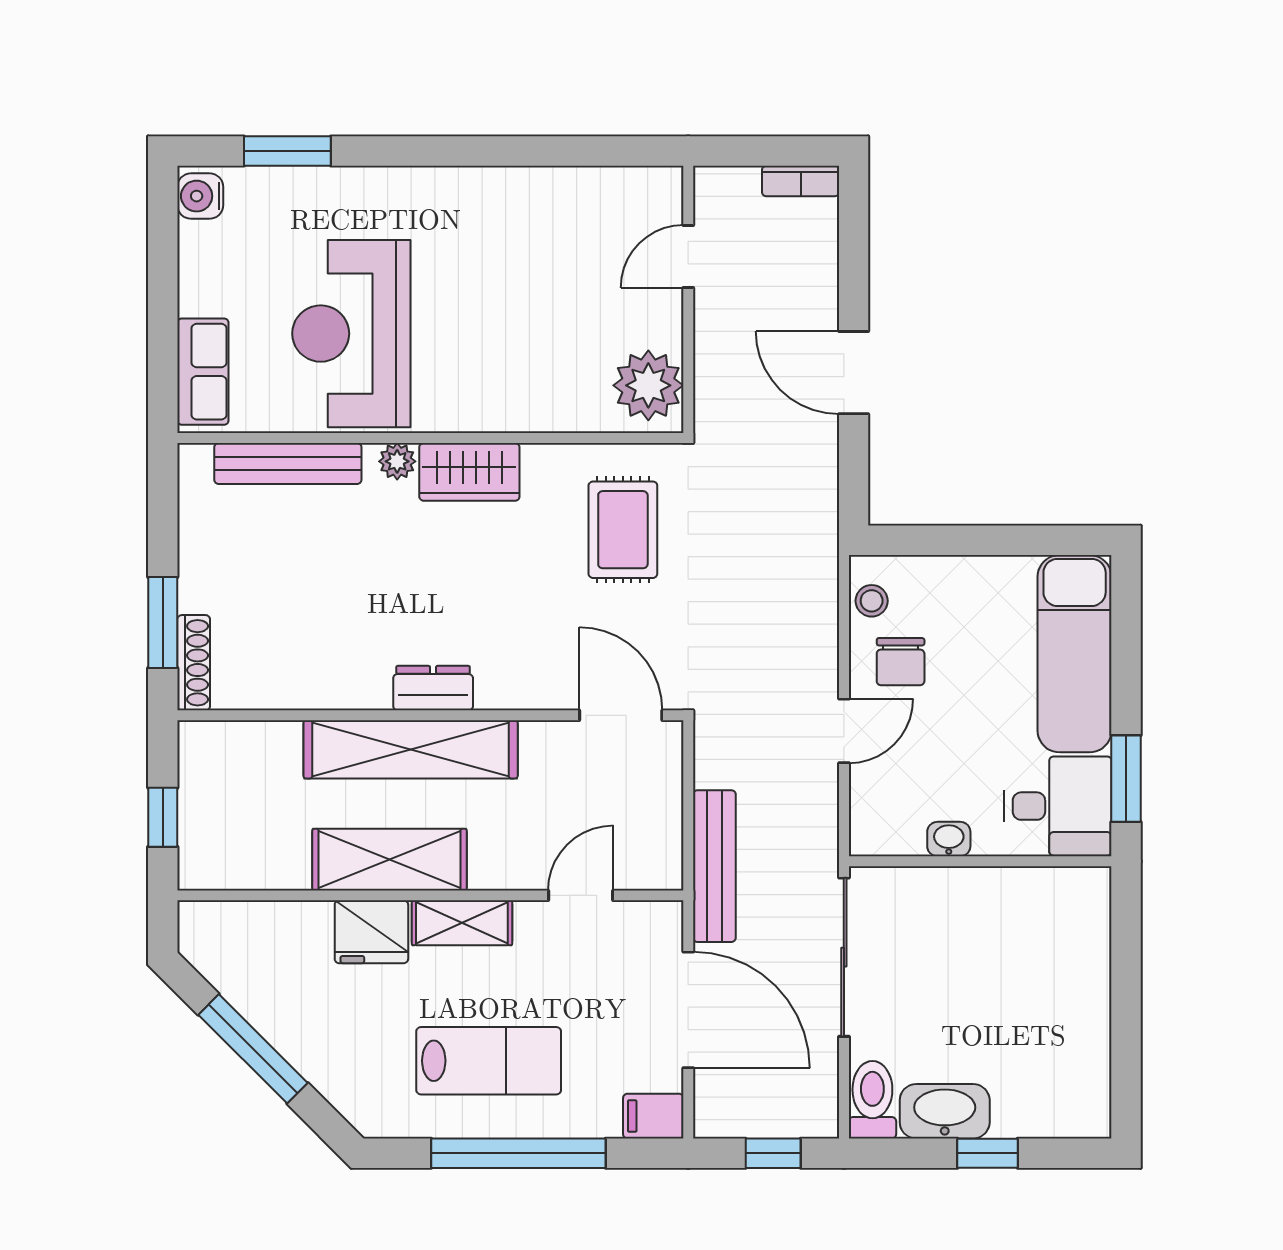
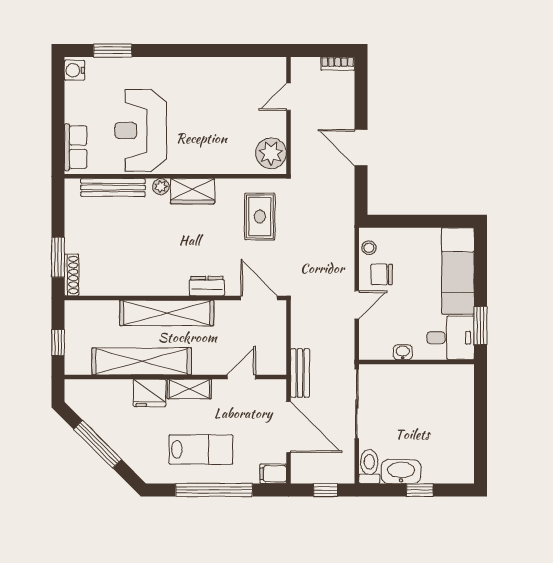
chair: (901, 662) -> (382, 274), turned 90
dresser: (433, 688) -> (207, 286), moved
shelving: (389, 860) -> (142, 361), width x1.47
bench: (714, 866) -> (300, 373), width x0.73

